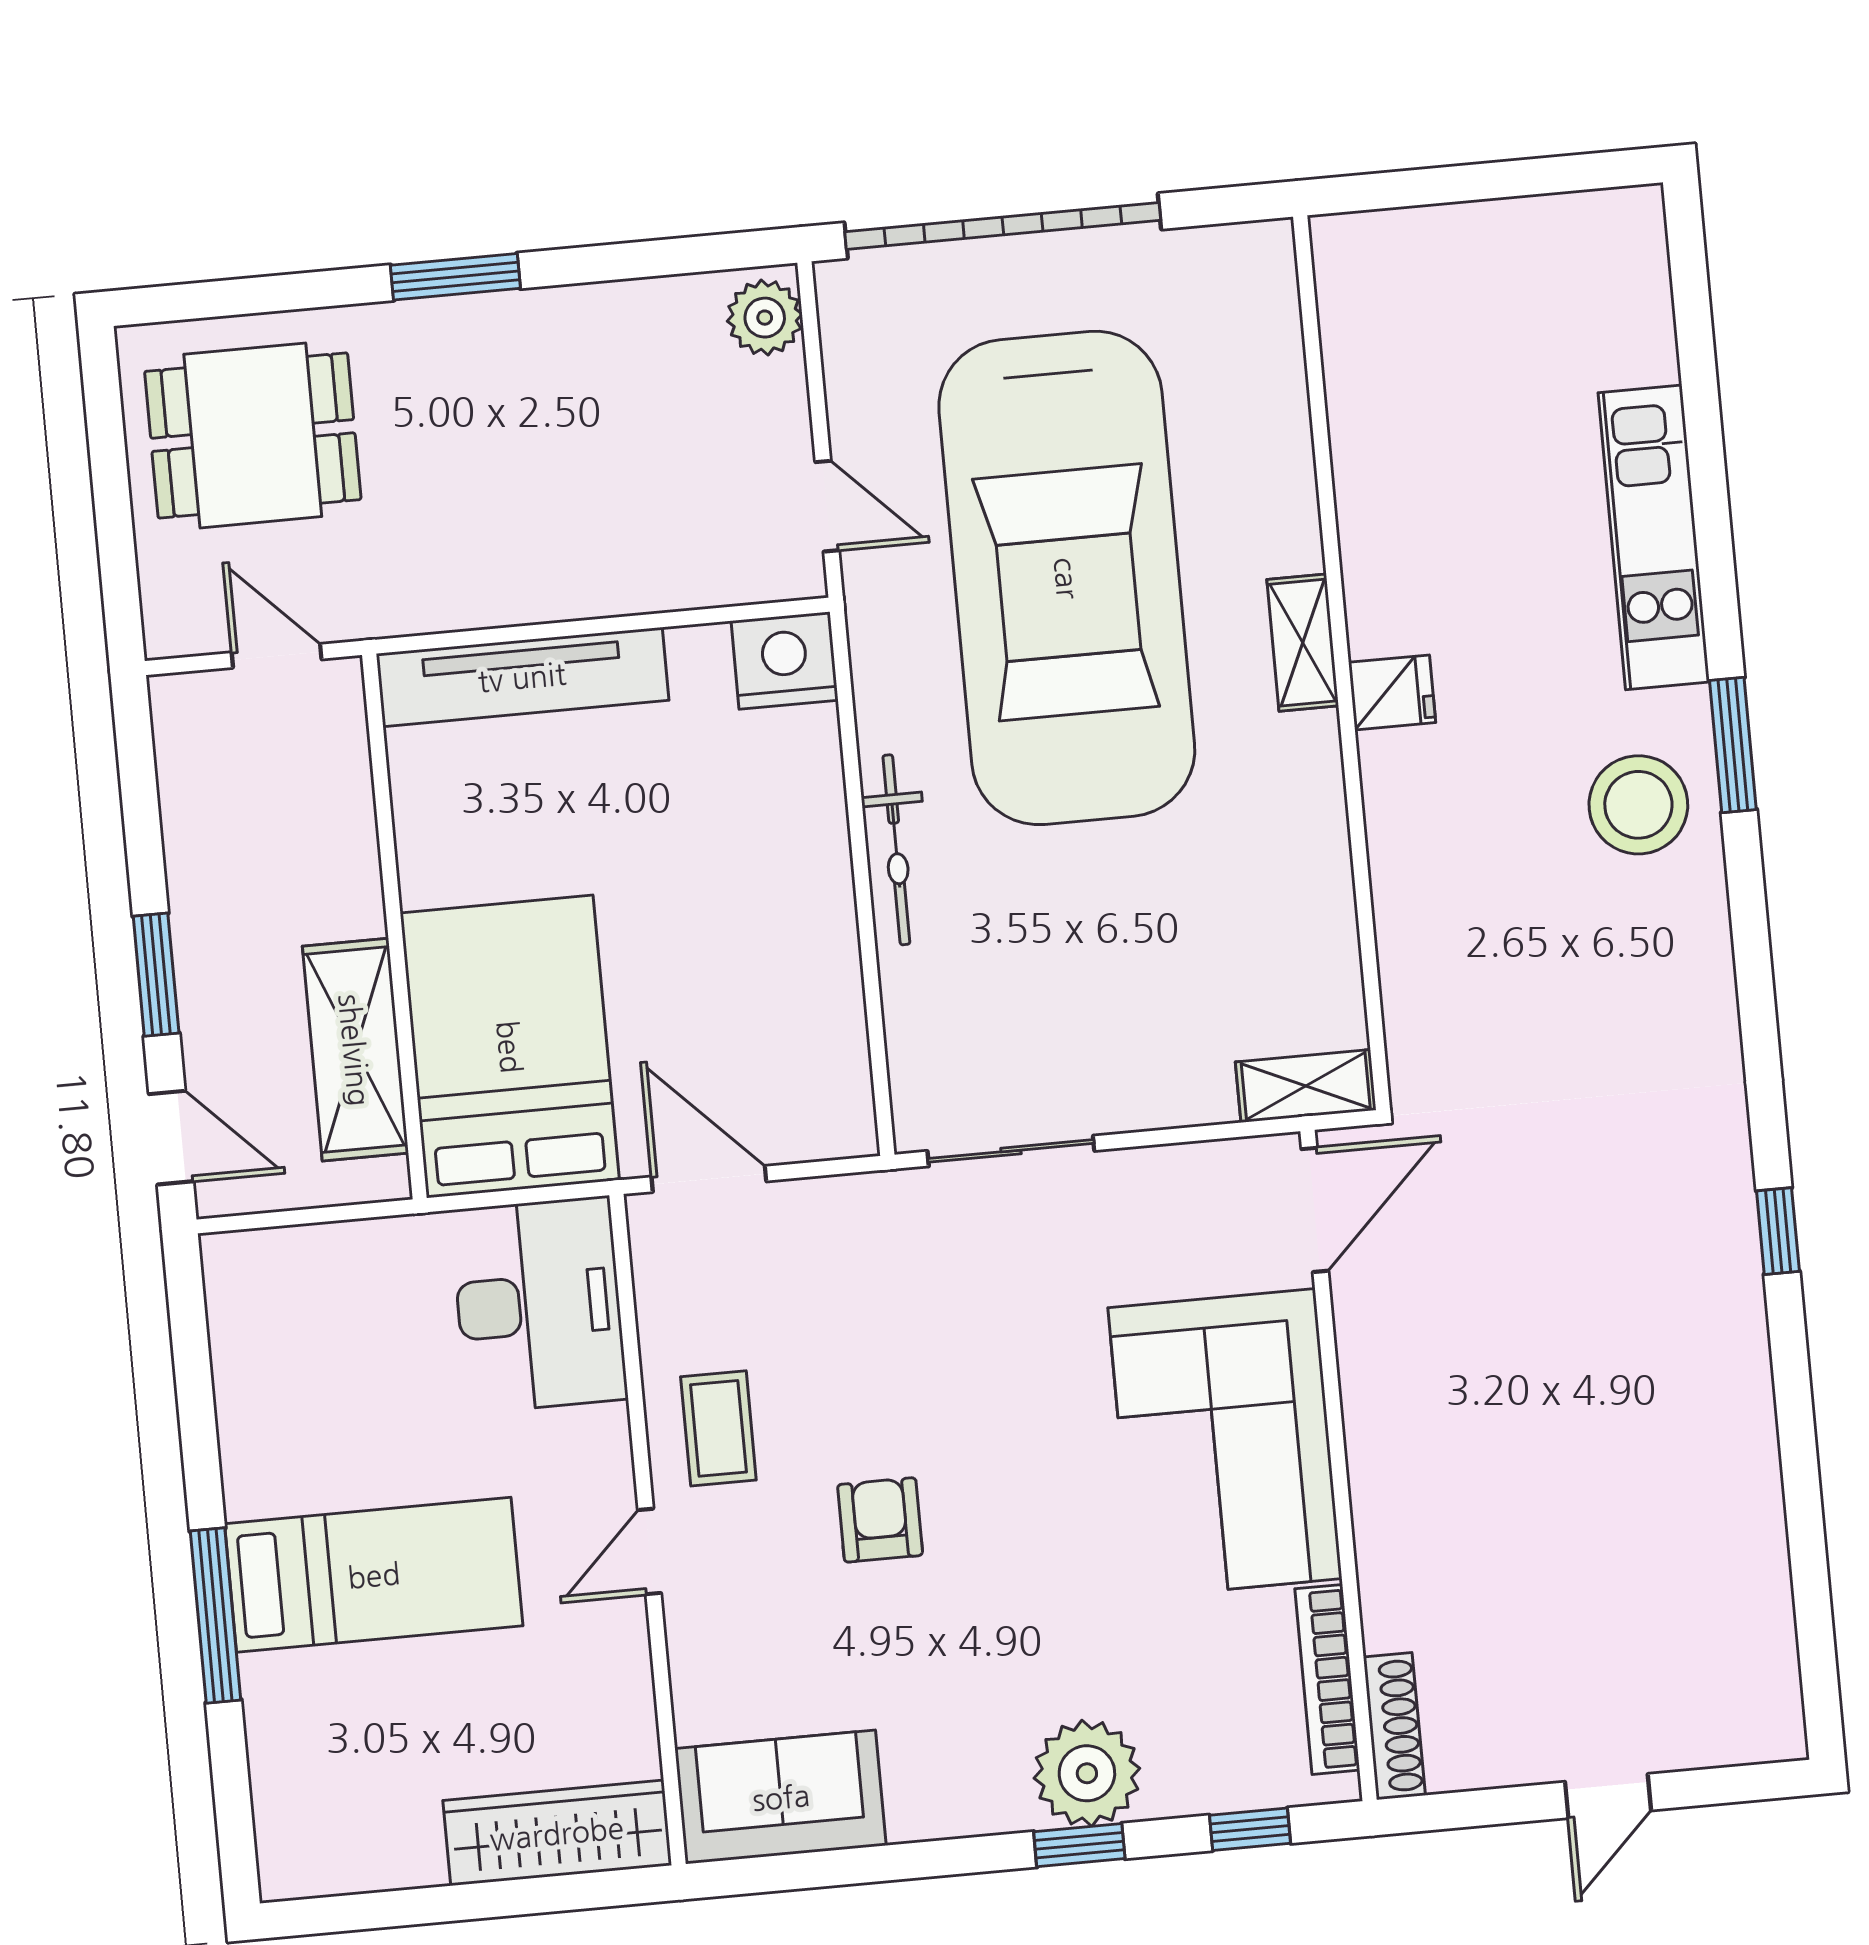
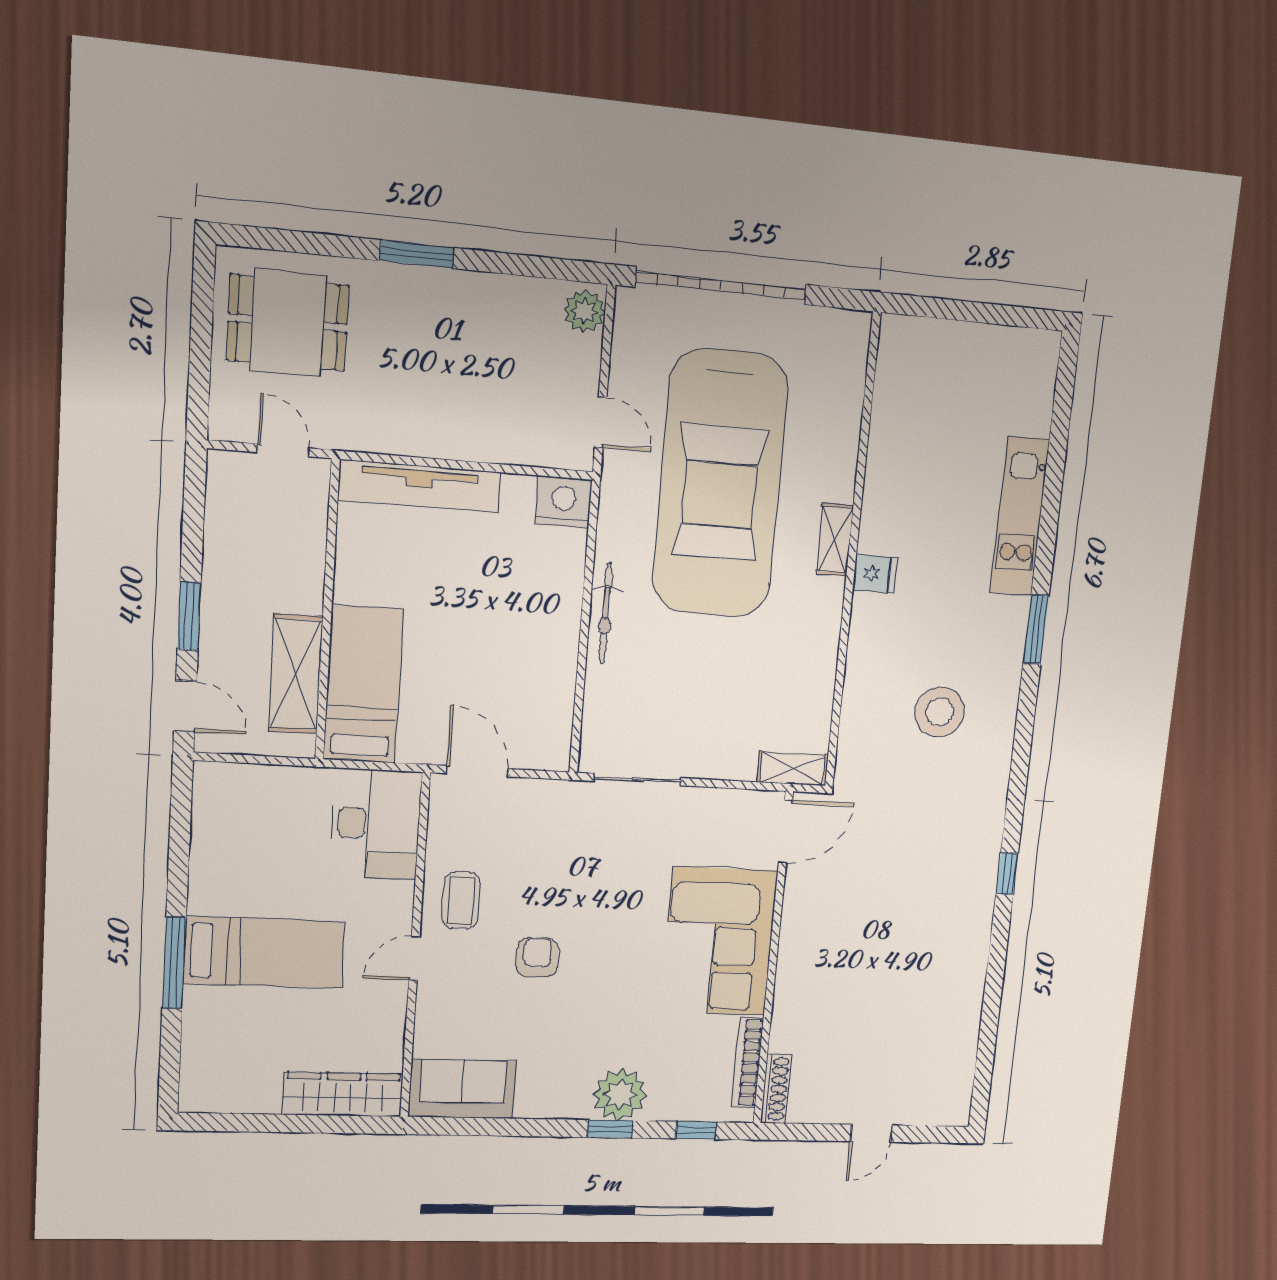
stool: (1638, 805) -> (940, 712), moved
bed: (510, 1047) -> (363, 684), width x0.67

